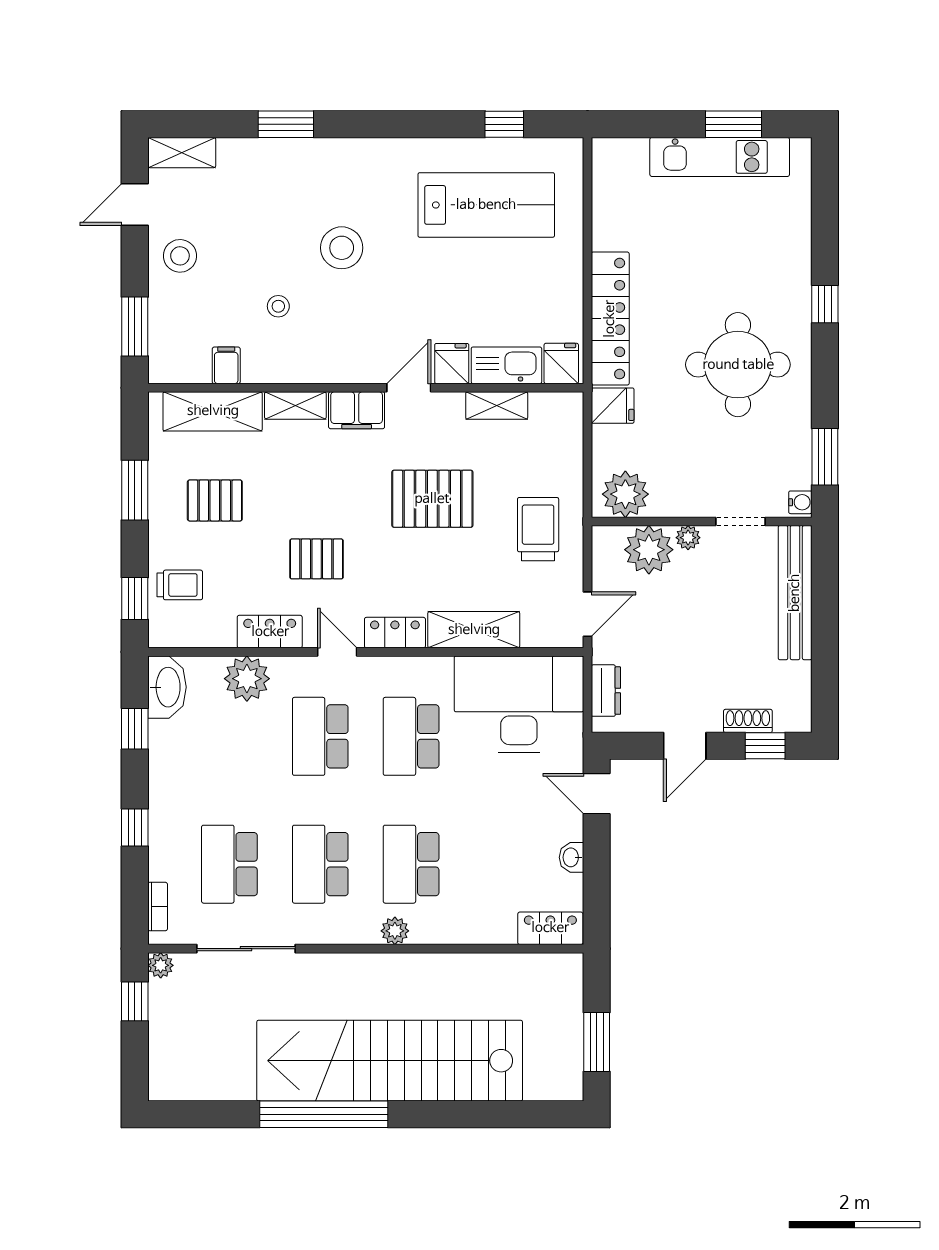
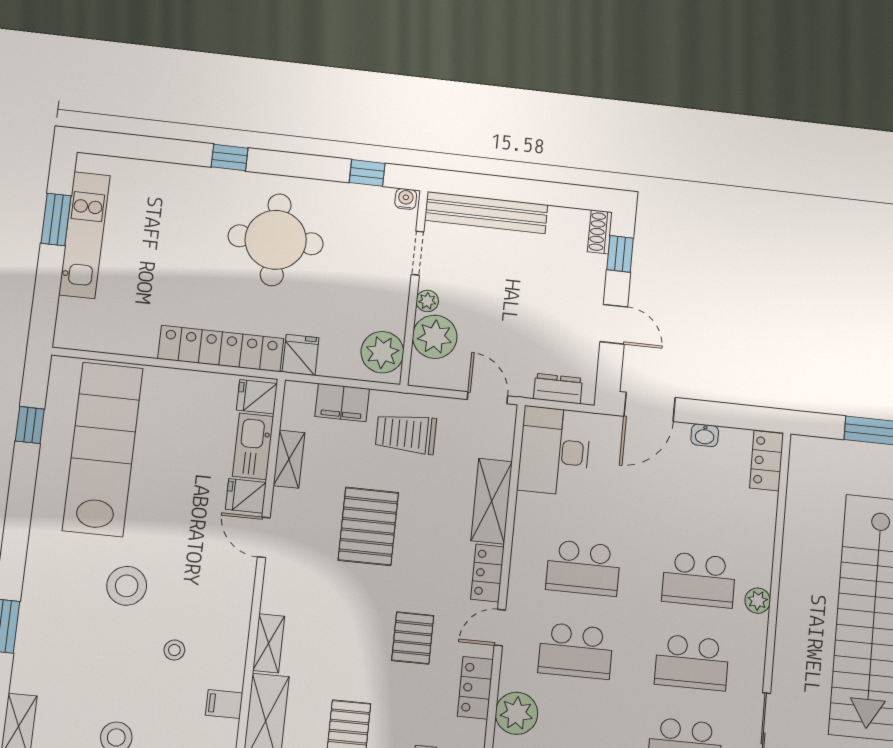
lab bench: (486, 205) -> (103, 449), width x1.36
filing cabinet: (357, 410) -> (342, 403), moved, turned 90
window: (825, 457) -> (367, 173), width x0.67
desk: (519, 704) -> (554, 451), width x0.73, depth x0.77
shoe rack: (748, 721) -> (600, 232), moved
door: (597, 794) -> (650, 407), width x1.38

